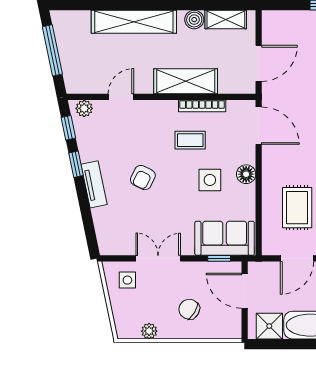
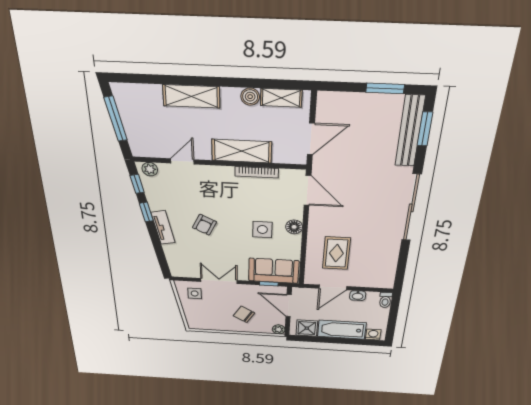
shelving: (134, 22) -> (191, 96), width x0.68
coffee table: (190, 140) -> (246, 199), removed
plant: (149, 331) -> (279, 329), moved

